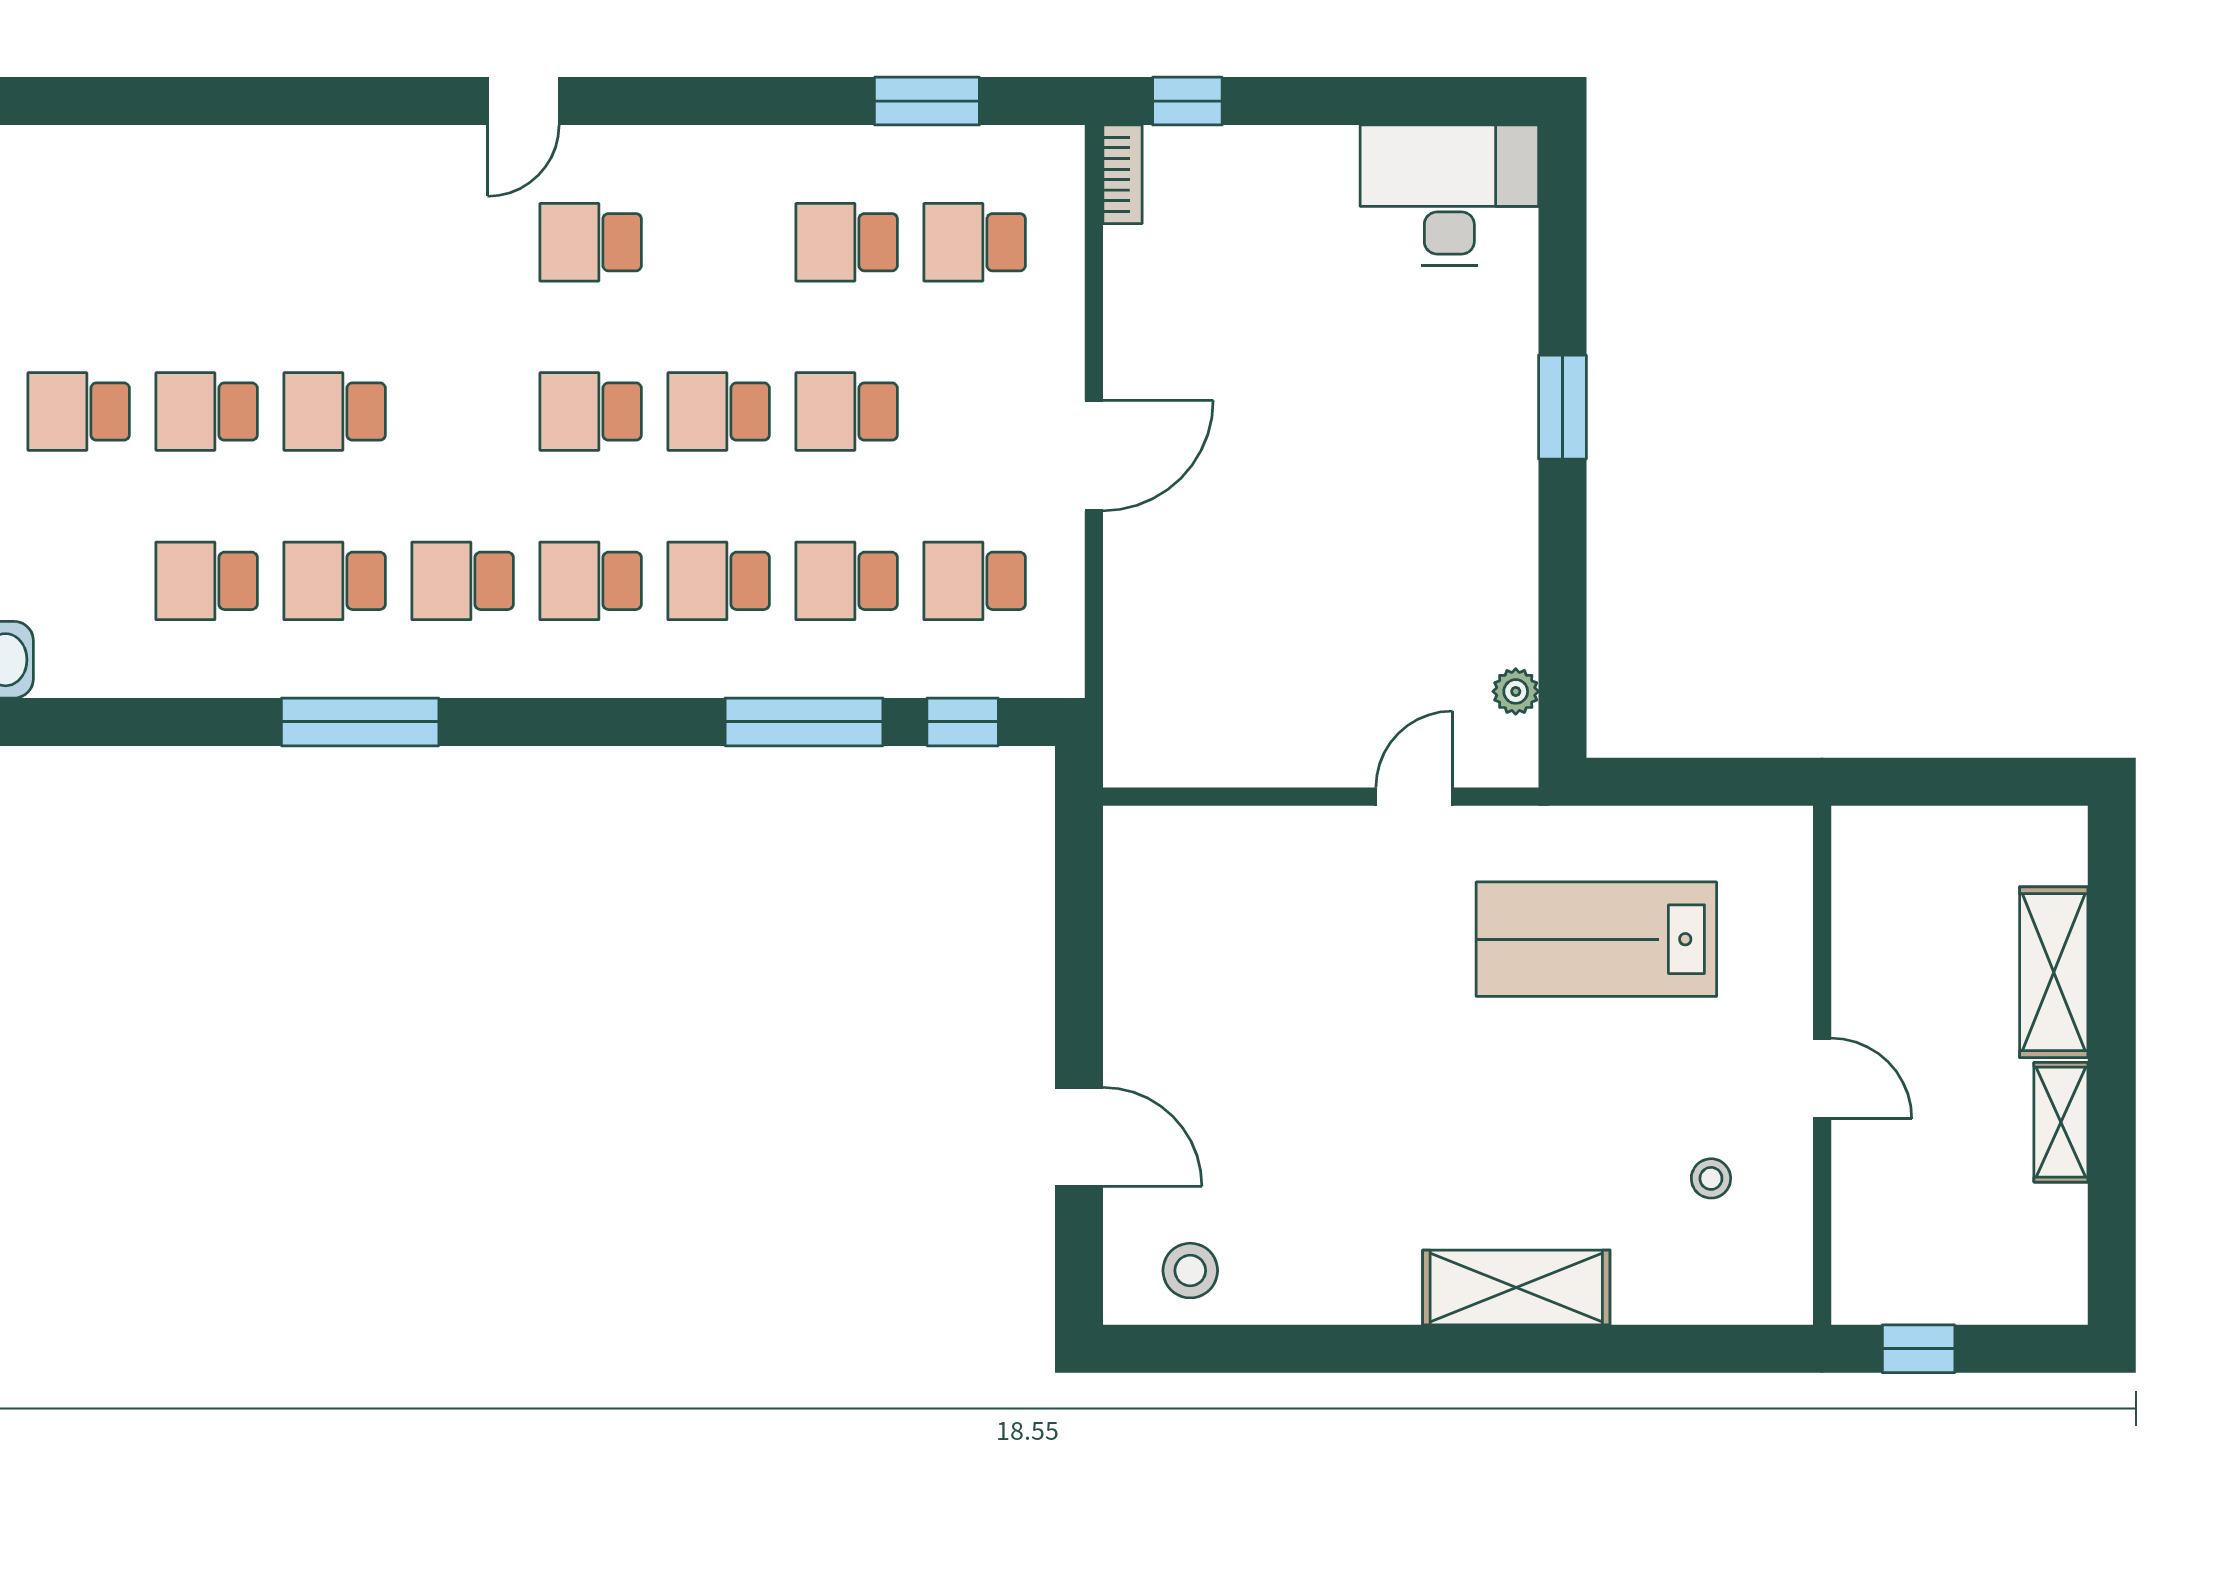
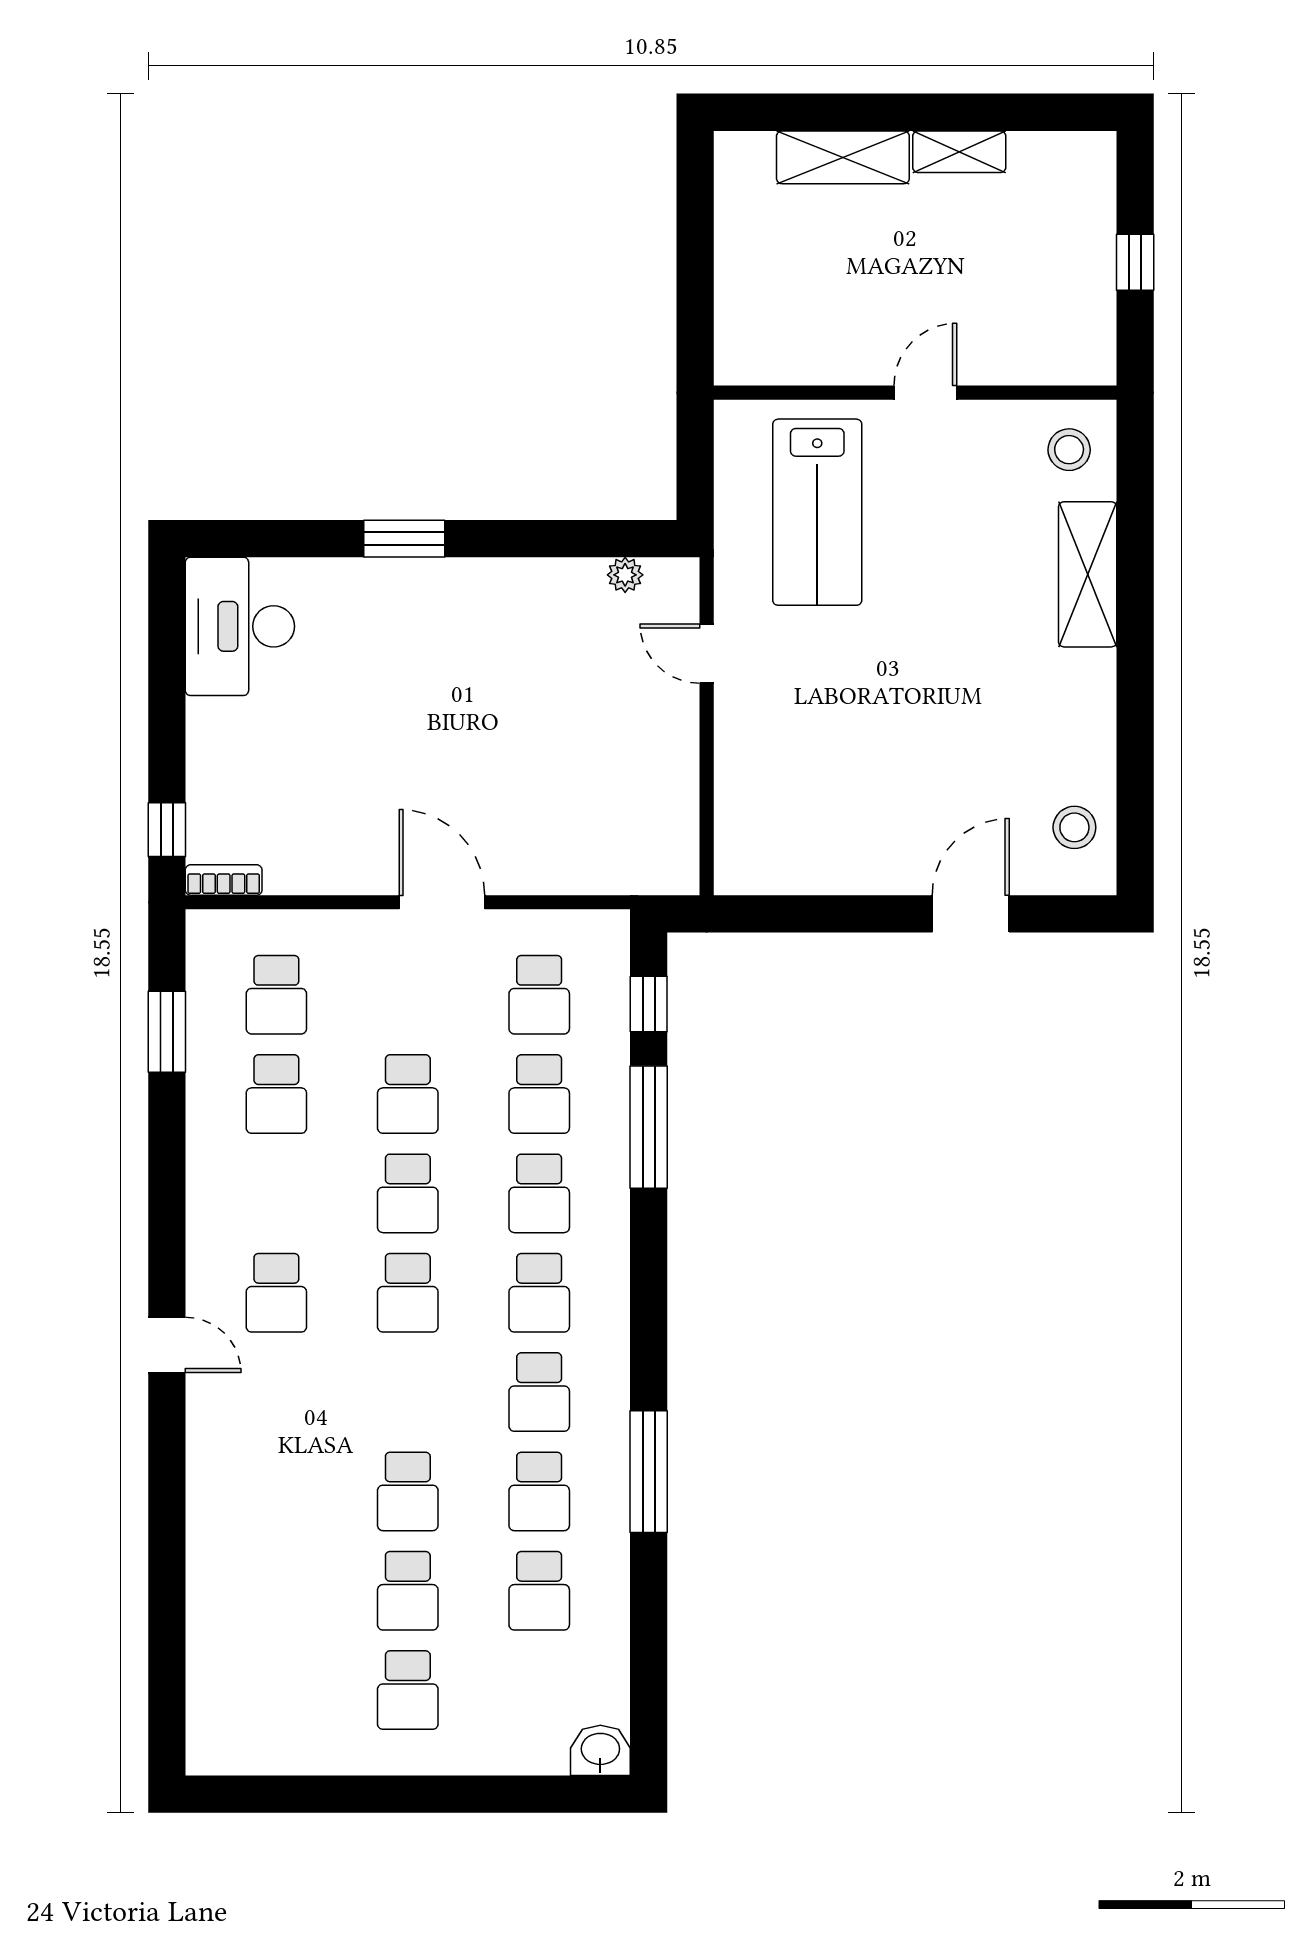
wall: (1822, 1065) -> (915, 393), moved
door: (1822, 1079) -> (925, 393), moved
stool: (1711, 1178) -> (1069, 450), moved, width x1.37, depth x1.37

